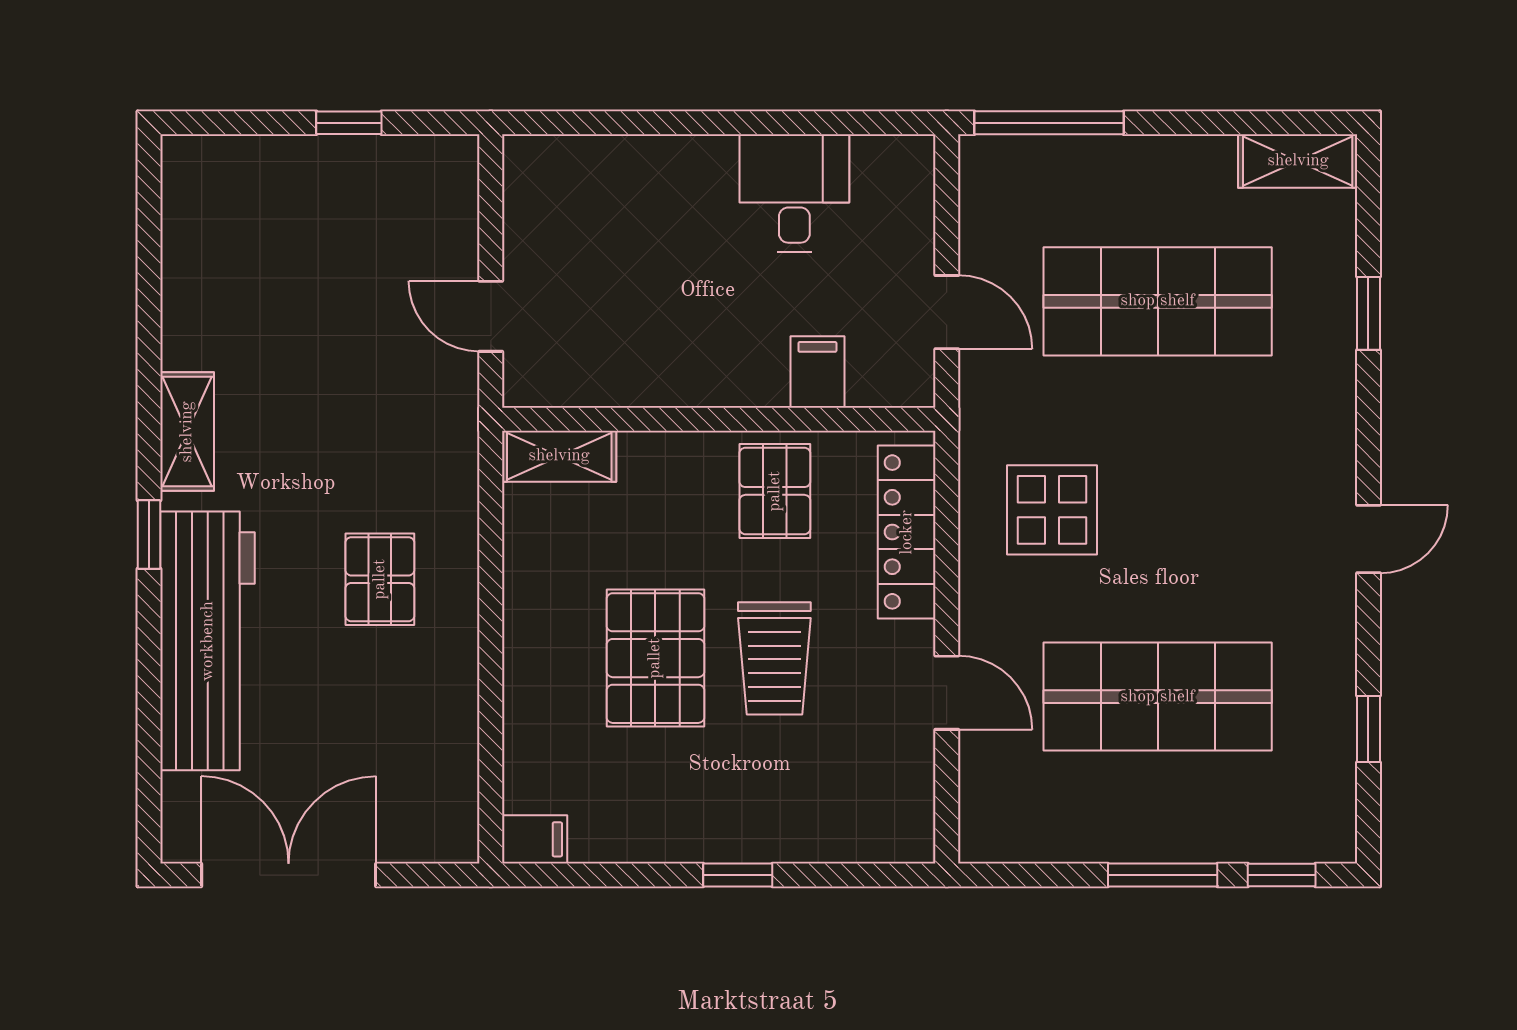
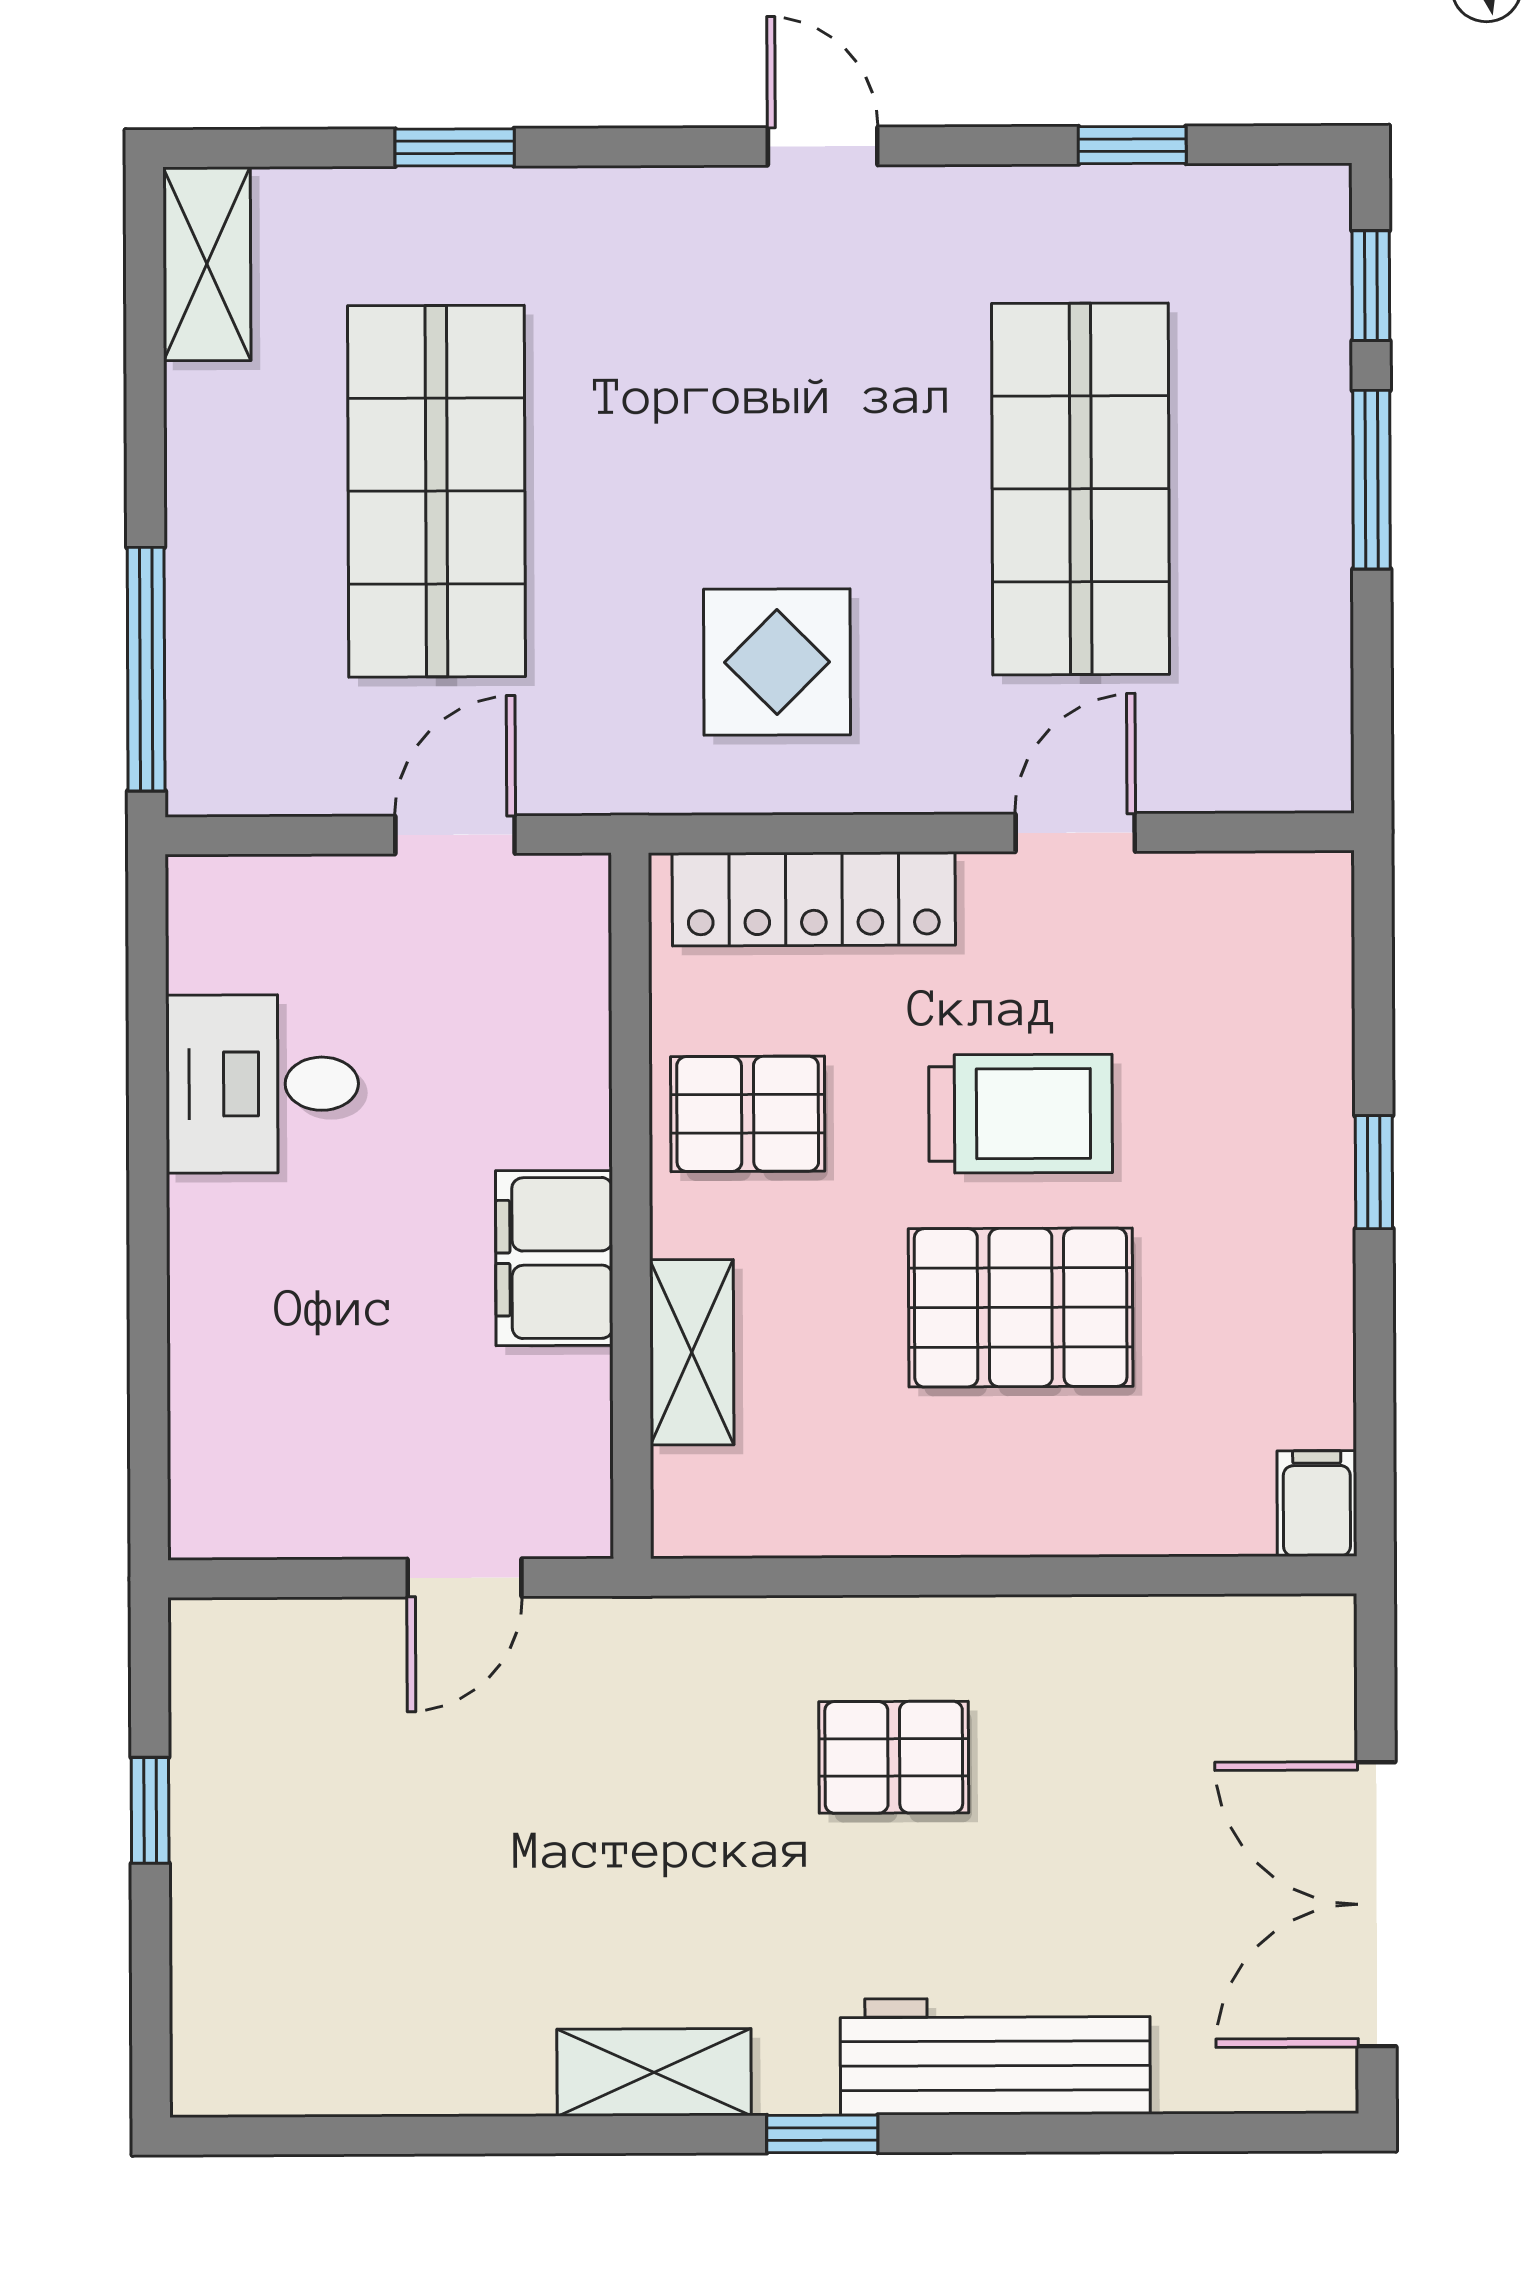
filing cabinet: (817, 372) -> (554, 1258), moved, width x2.00
shelving: (559, 456) -> (692, 1352), moved
workbench: (208, 641) -> (995, 2057), width x0.73, depth x0.76

